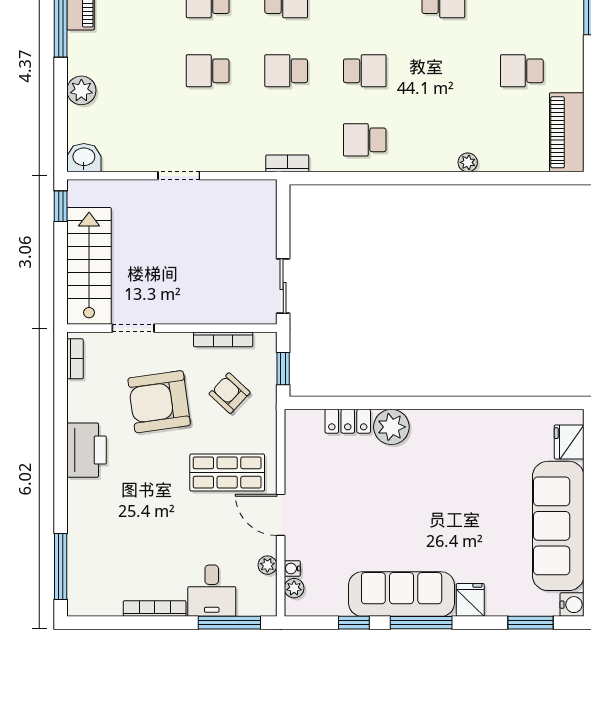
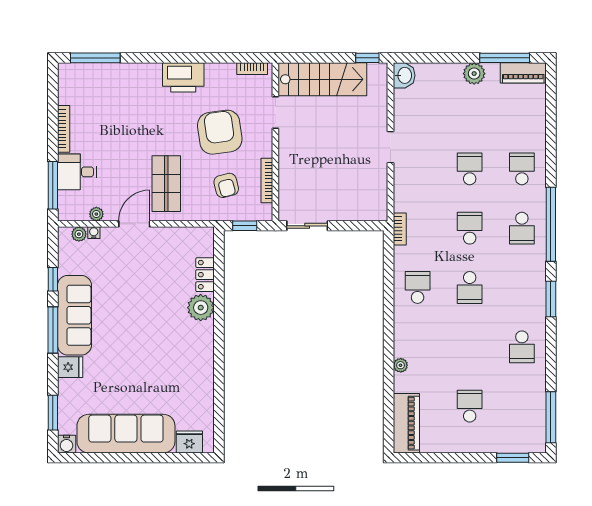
plant: (81, 90) -> (474, 74), moved
piano: (567, 132) -> (406, 423), moved, turned 90
armchair: (230, 393) -> (226, 185), turned 123

